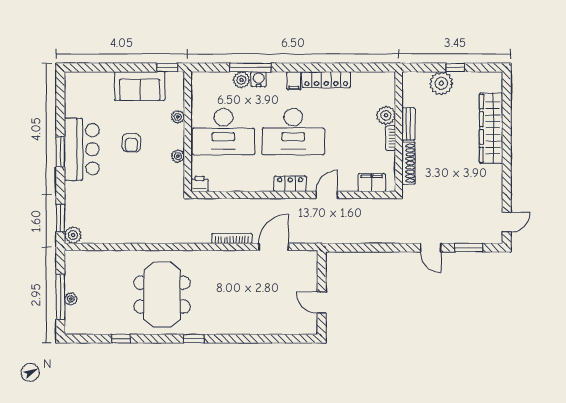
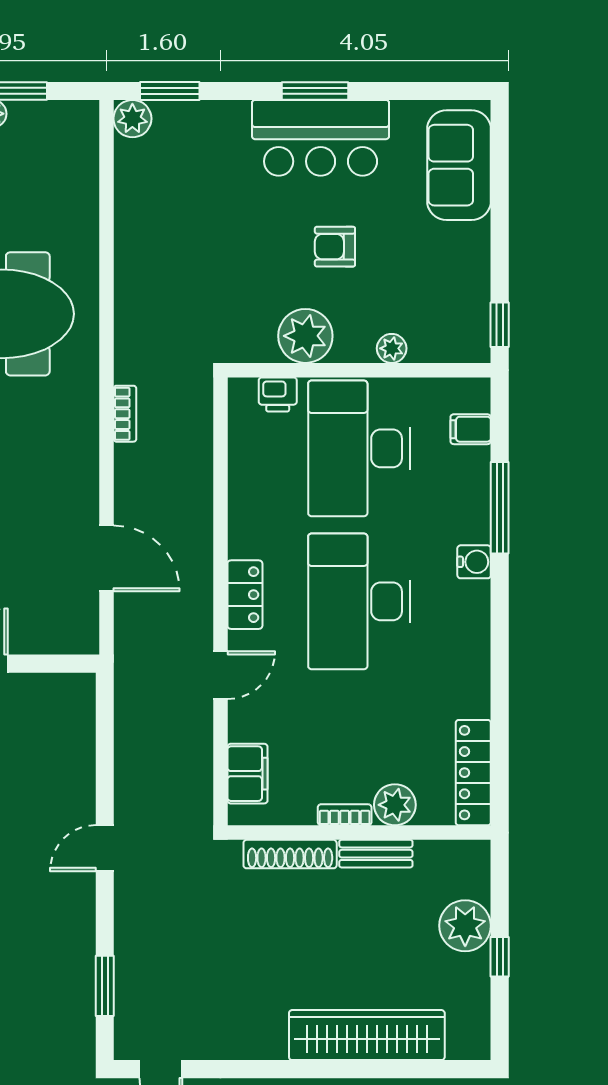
water cooler: (259, 79) -> (474, 562), moved
plant: (241, 80) -> (473, 488), removed
locker: (326, 80) -> (473, 773), moved
filing cabinet: (294, 81) -> (471, 429), moved
sofa: (140, 86) -> (459, 165), moved
plant: (178, 156) -> (305, 336), width x1.88, depth x1.88
printer: (200, 184) -> (278, 394), moved, turned 90
door: (327, 195) -> (220, 675), hinge flipped
bookcase: (232, 238) -> (125, 414), moved, width x0.64
door: (431, 248) -> (105, 848), moved

